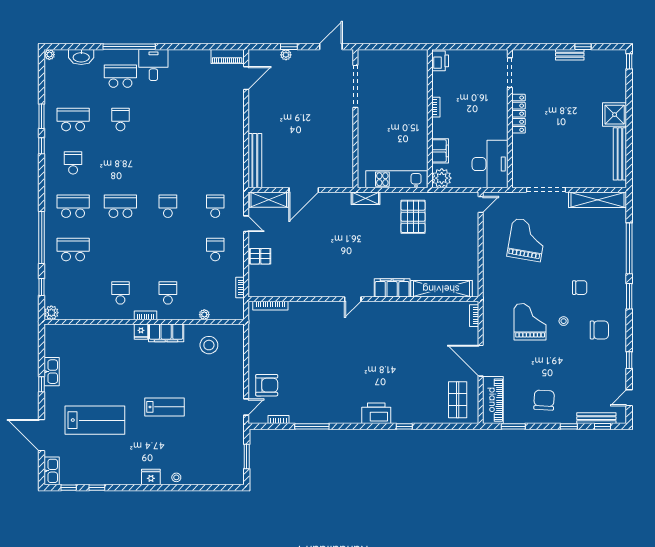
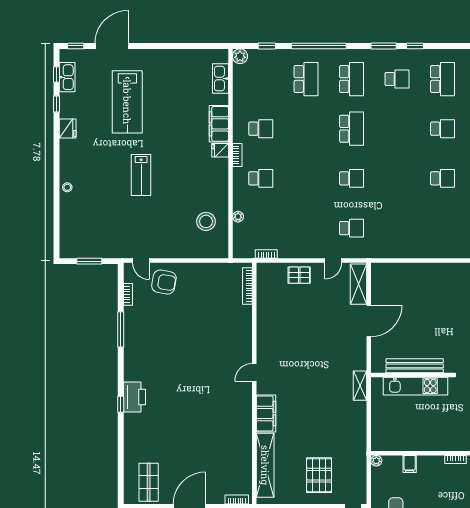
window: (42, 116) -> (384, 46), moved
filing cabinet: (440, 151) -> (410, 464), width x0.50
bench: (255, 161) -> (415, 366), moved
plant: (442, 178) -> (376, 461), width x0.53, depth x0.53
kitchen unit: (396, 179) -> (415, 386), moved, turned 90
door: (304, 190) -> (369, 321), swing flipped
pallet: (413, 217) -> (319, 475), moved, turned 90
school desk: (215, 250) -> (443, 178), moved
pallet: (260, 256) -> (299, 275), turned 90
door: (353, 299) -> (254, 372), hinge flipped
filing cabinet: (166, 333) -> (219, 124), moved
kitchen sink: (52, 372) -> (220, 79), moved, turned 90
window: (42, 384) -> (76, 46), moved
armchair: (267, 385) -> (164, 282), turned -80
shop shelf: (458, 400) -> (149, 482), turned 90
window: (404, 426) -> (121, 404), moved
kitchen sink: (52, 471) -> (67, 77), moved, turned -90
fridge: (151, 477) -> (68, 128), moved

